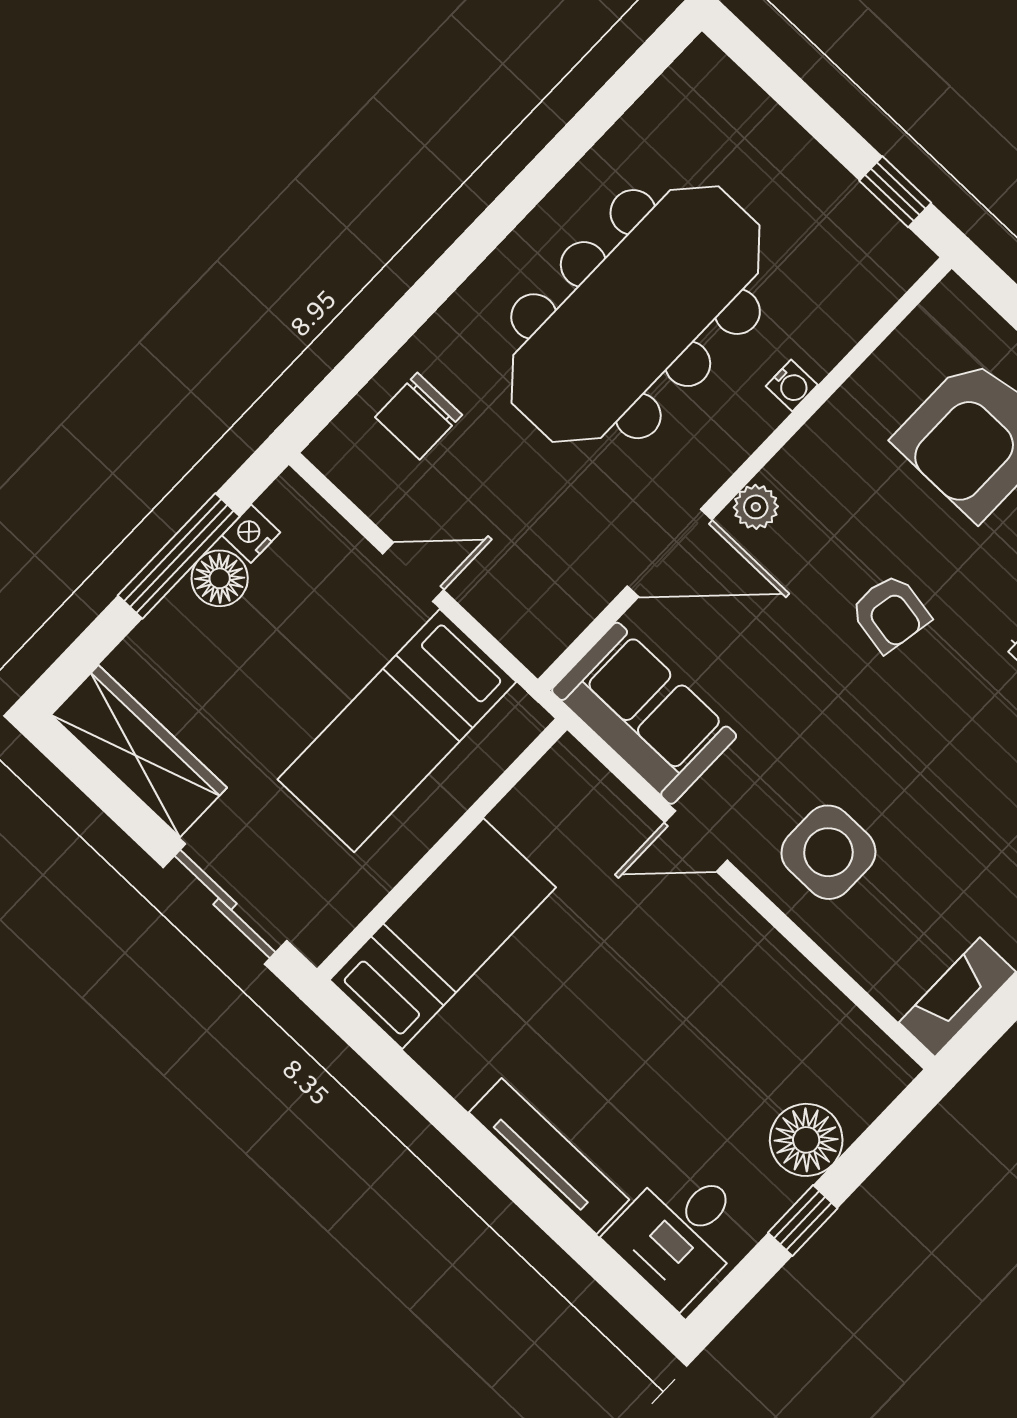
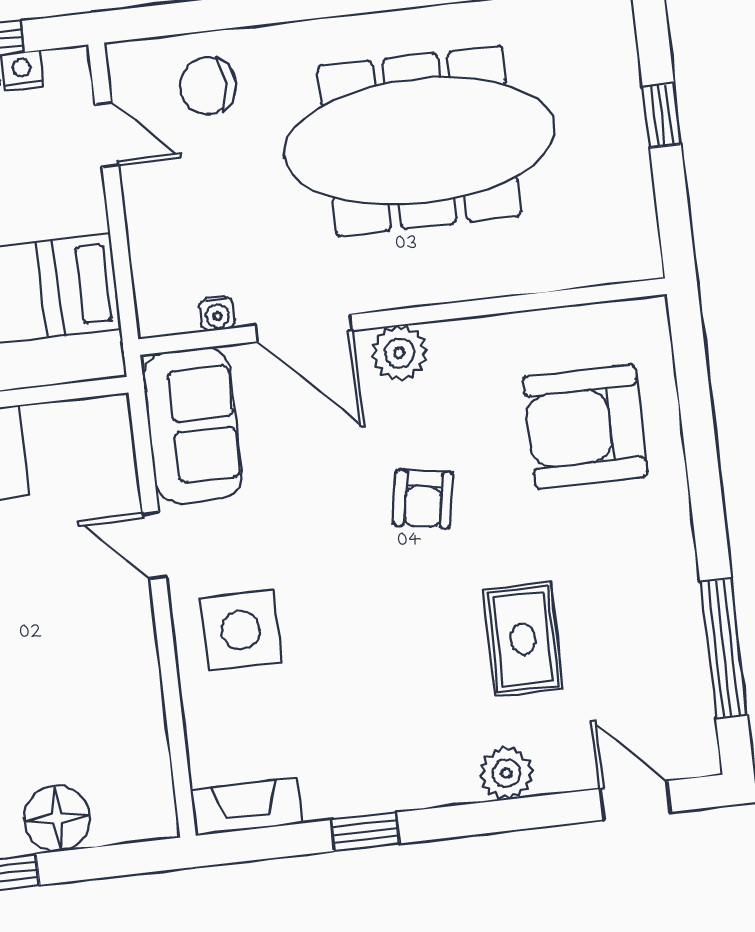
window: (895, 192) -> (662, 115), moved
water cooler: (792, 386) -> (217, 313), moved
plant: (756, 507) -> (399, 353), width x1.38, depth x1.38
door: (413, 572) -> (107, 135), moved

